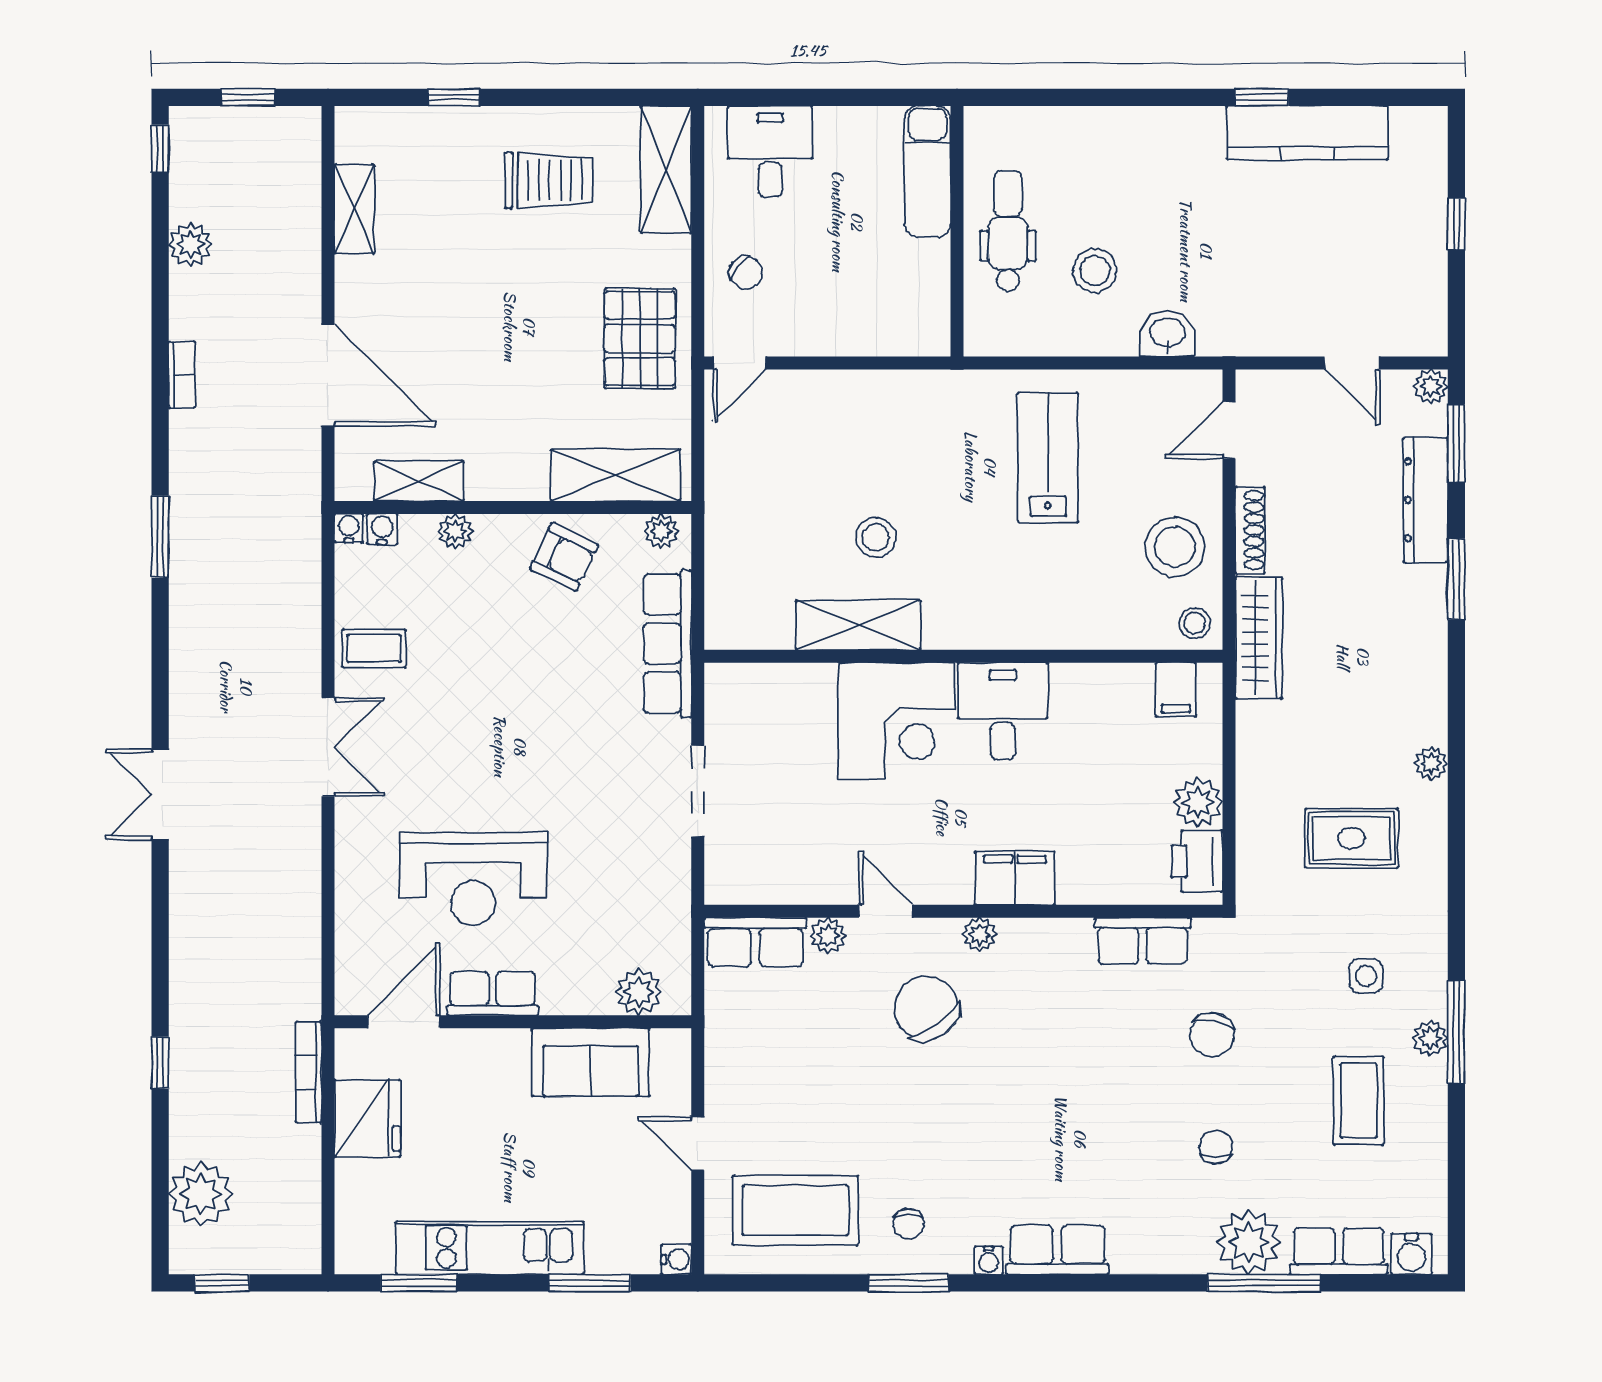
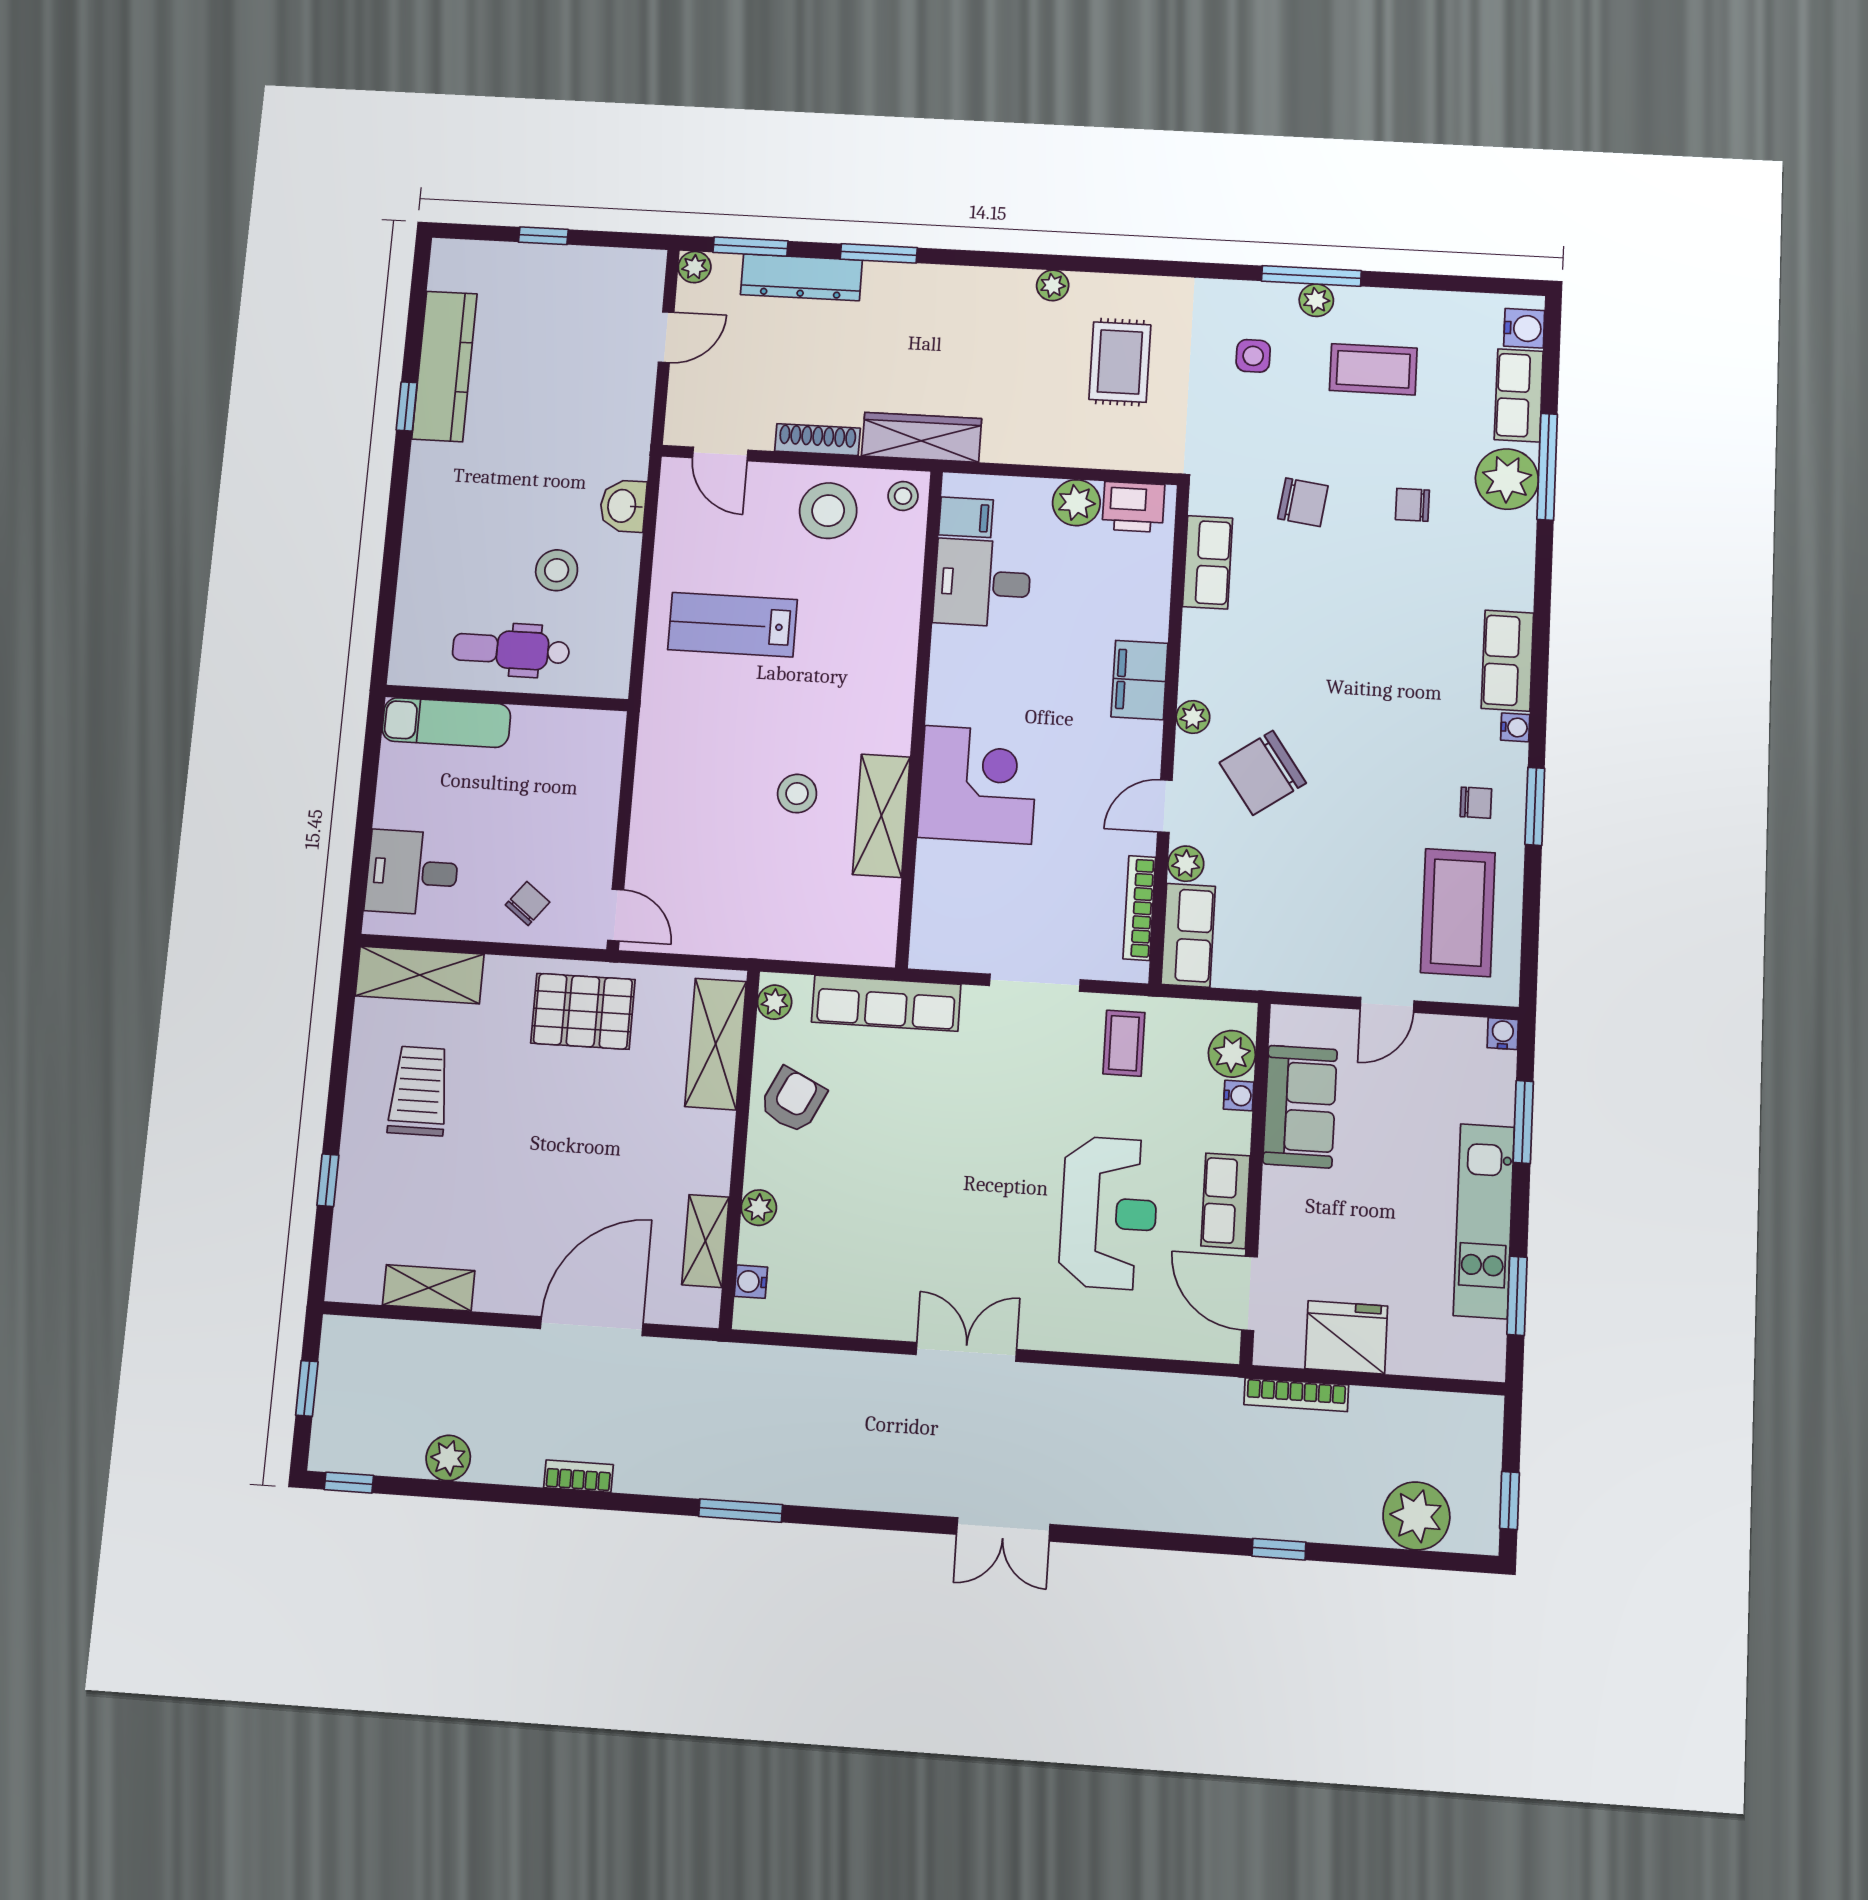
water cooler: (349, 528) -> (1239, 1096), moved, turned 180
coffee table: (374, 649) -> (1124, 1043), moved
desk: (1003, 711) -> (982, 583), moved
bookcase: (780, 891) -> (1139, 908), added

